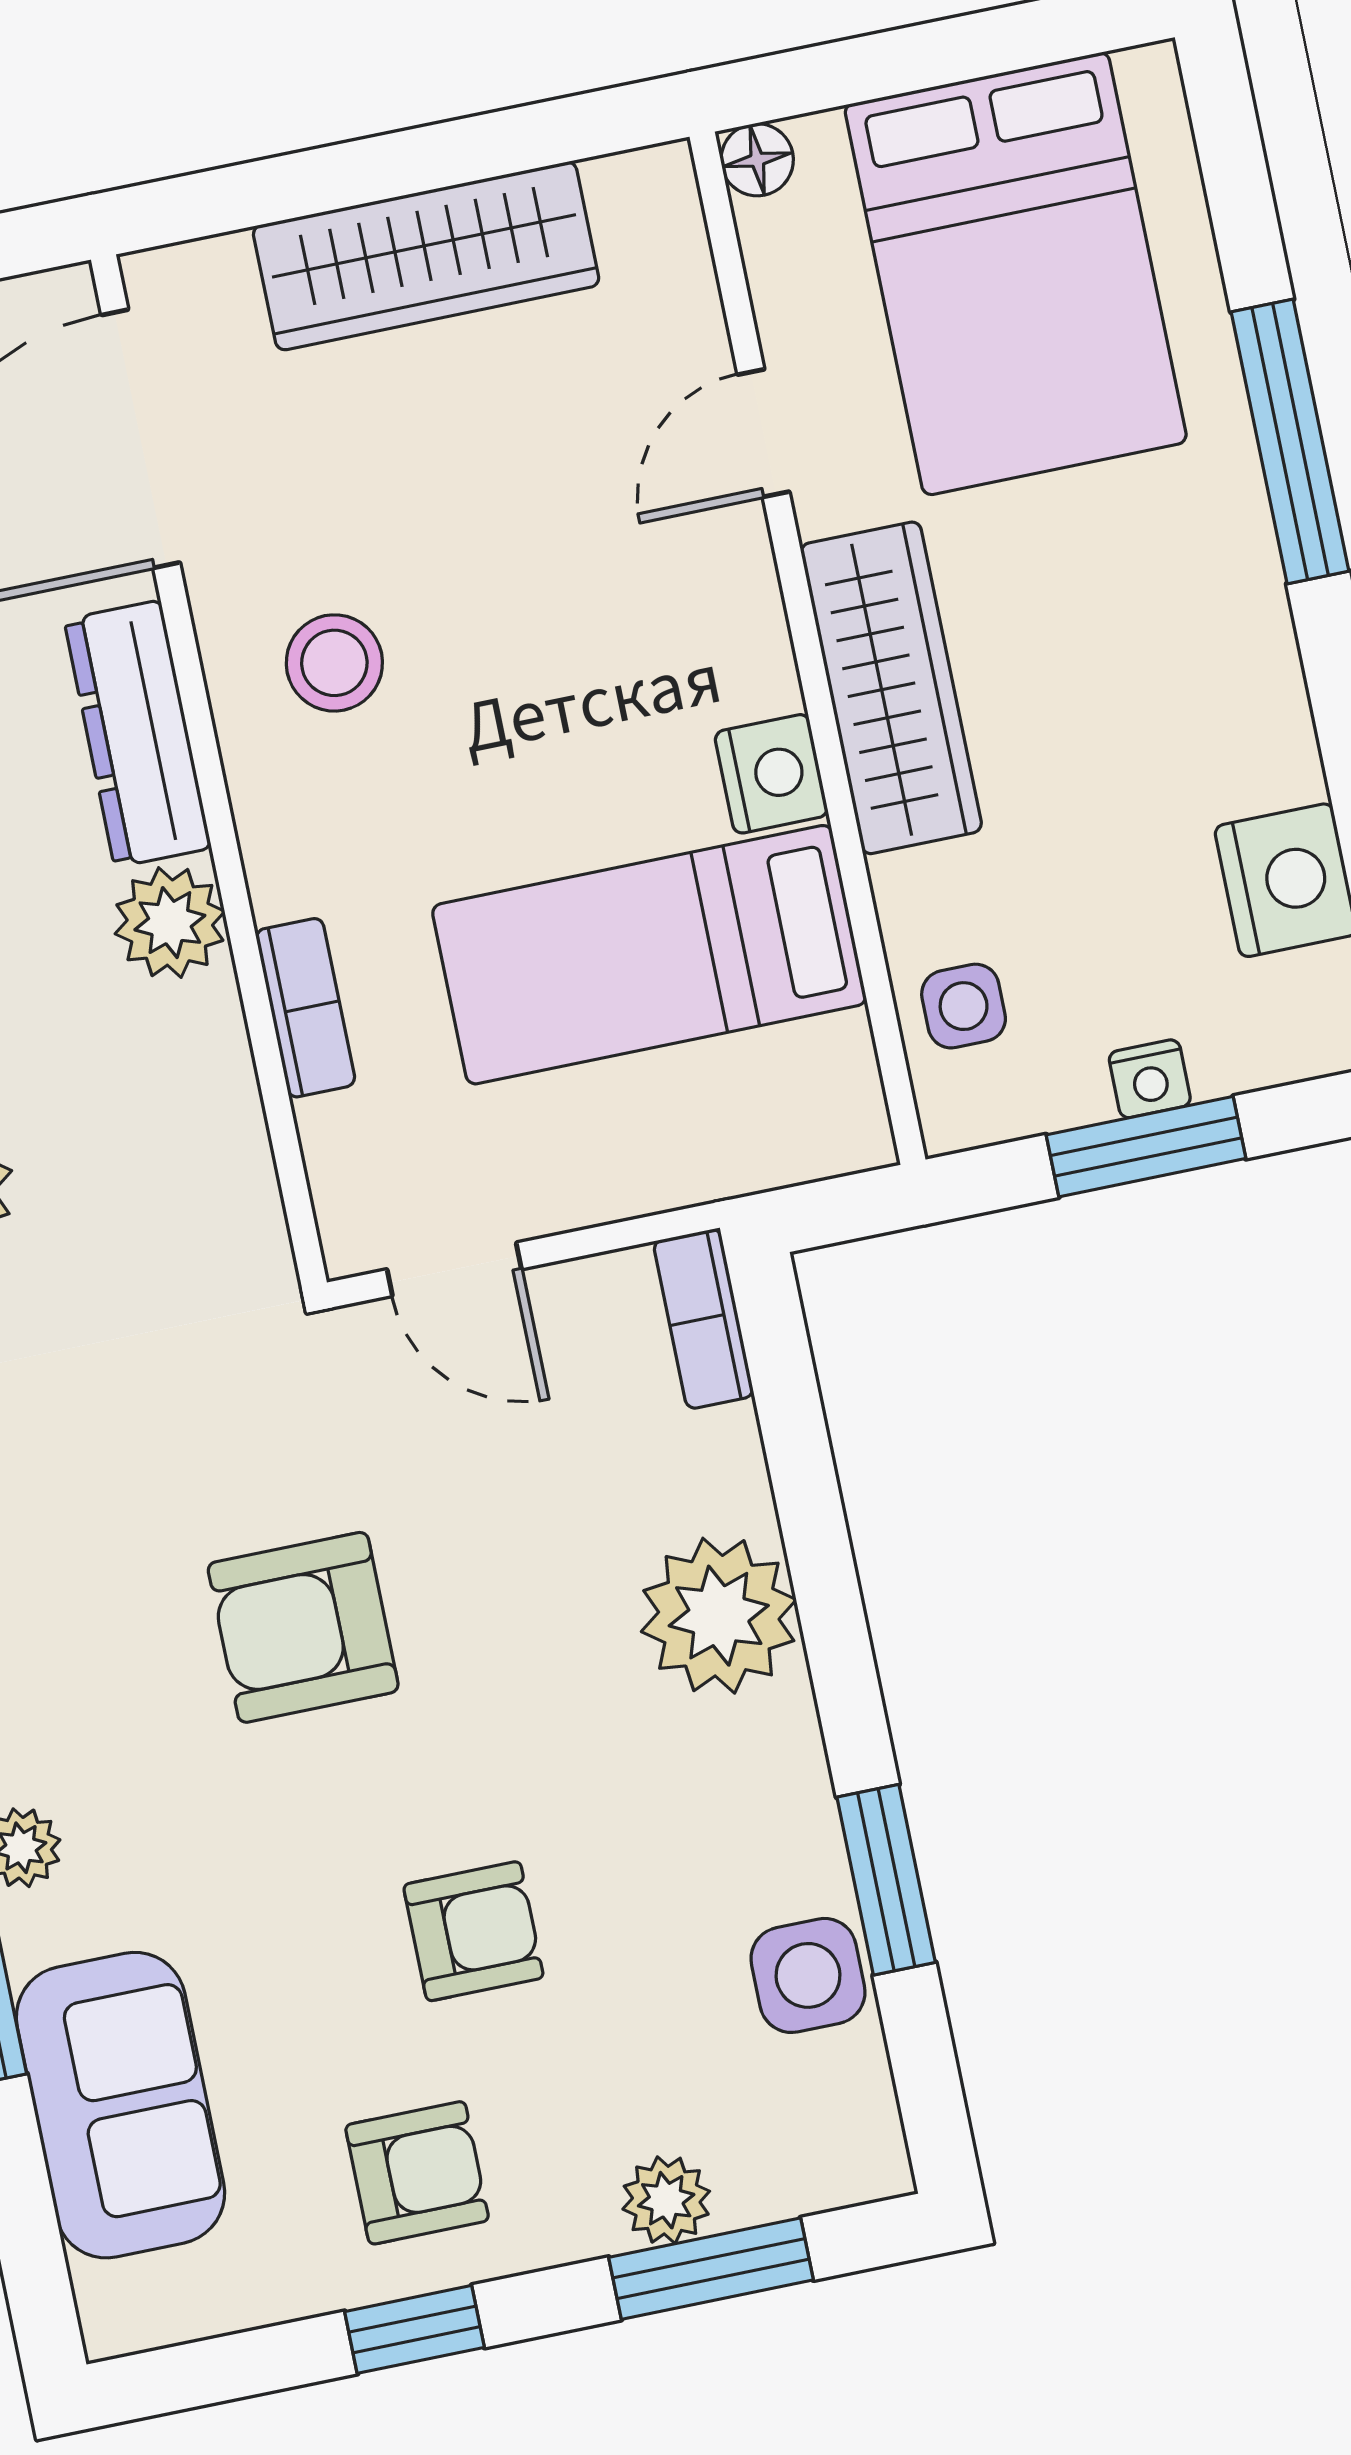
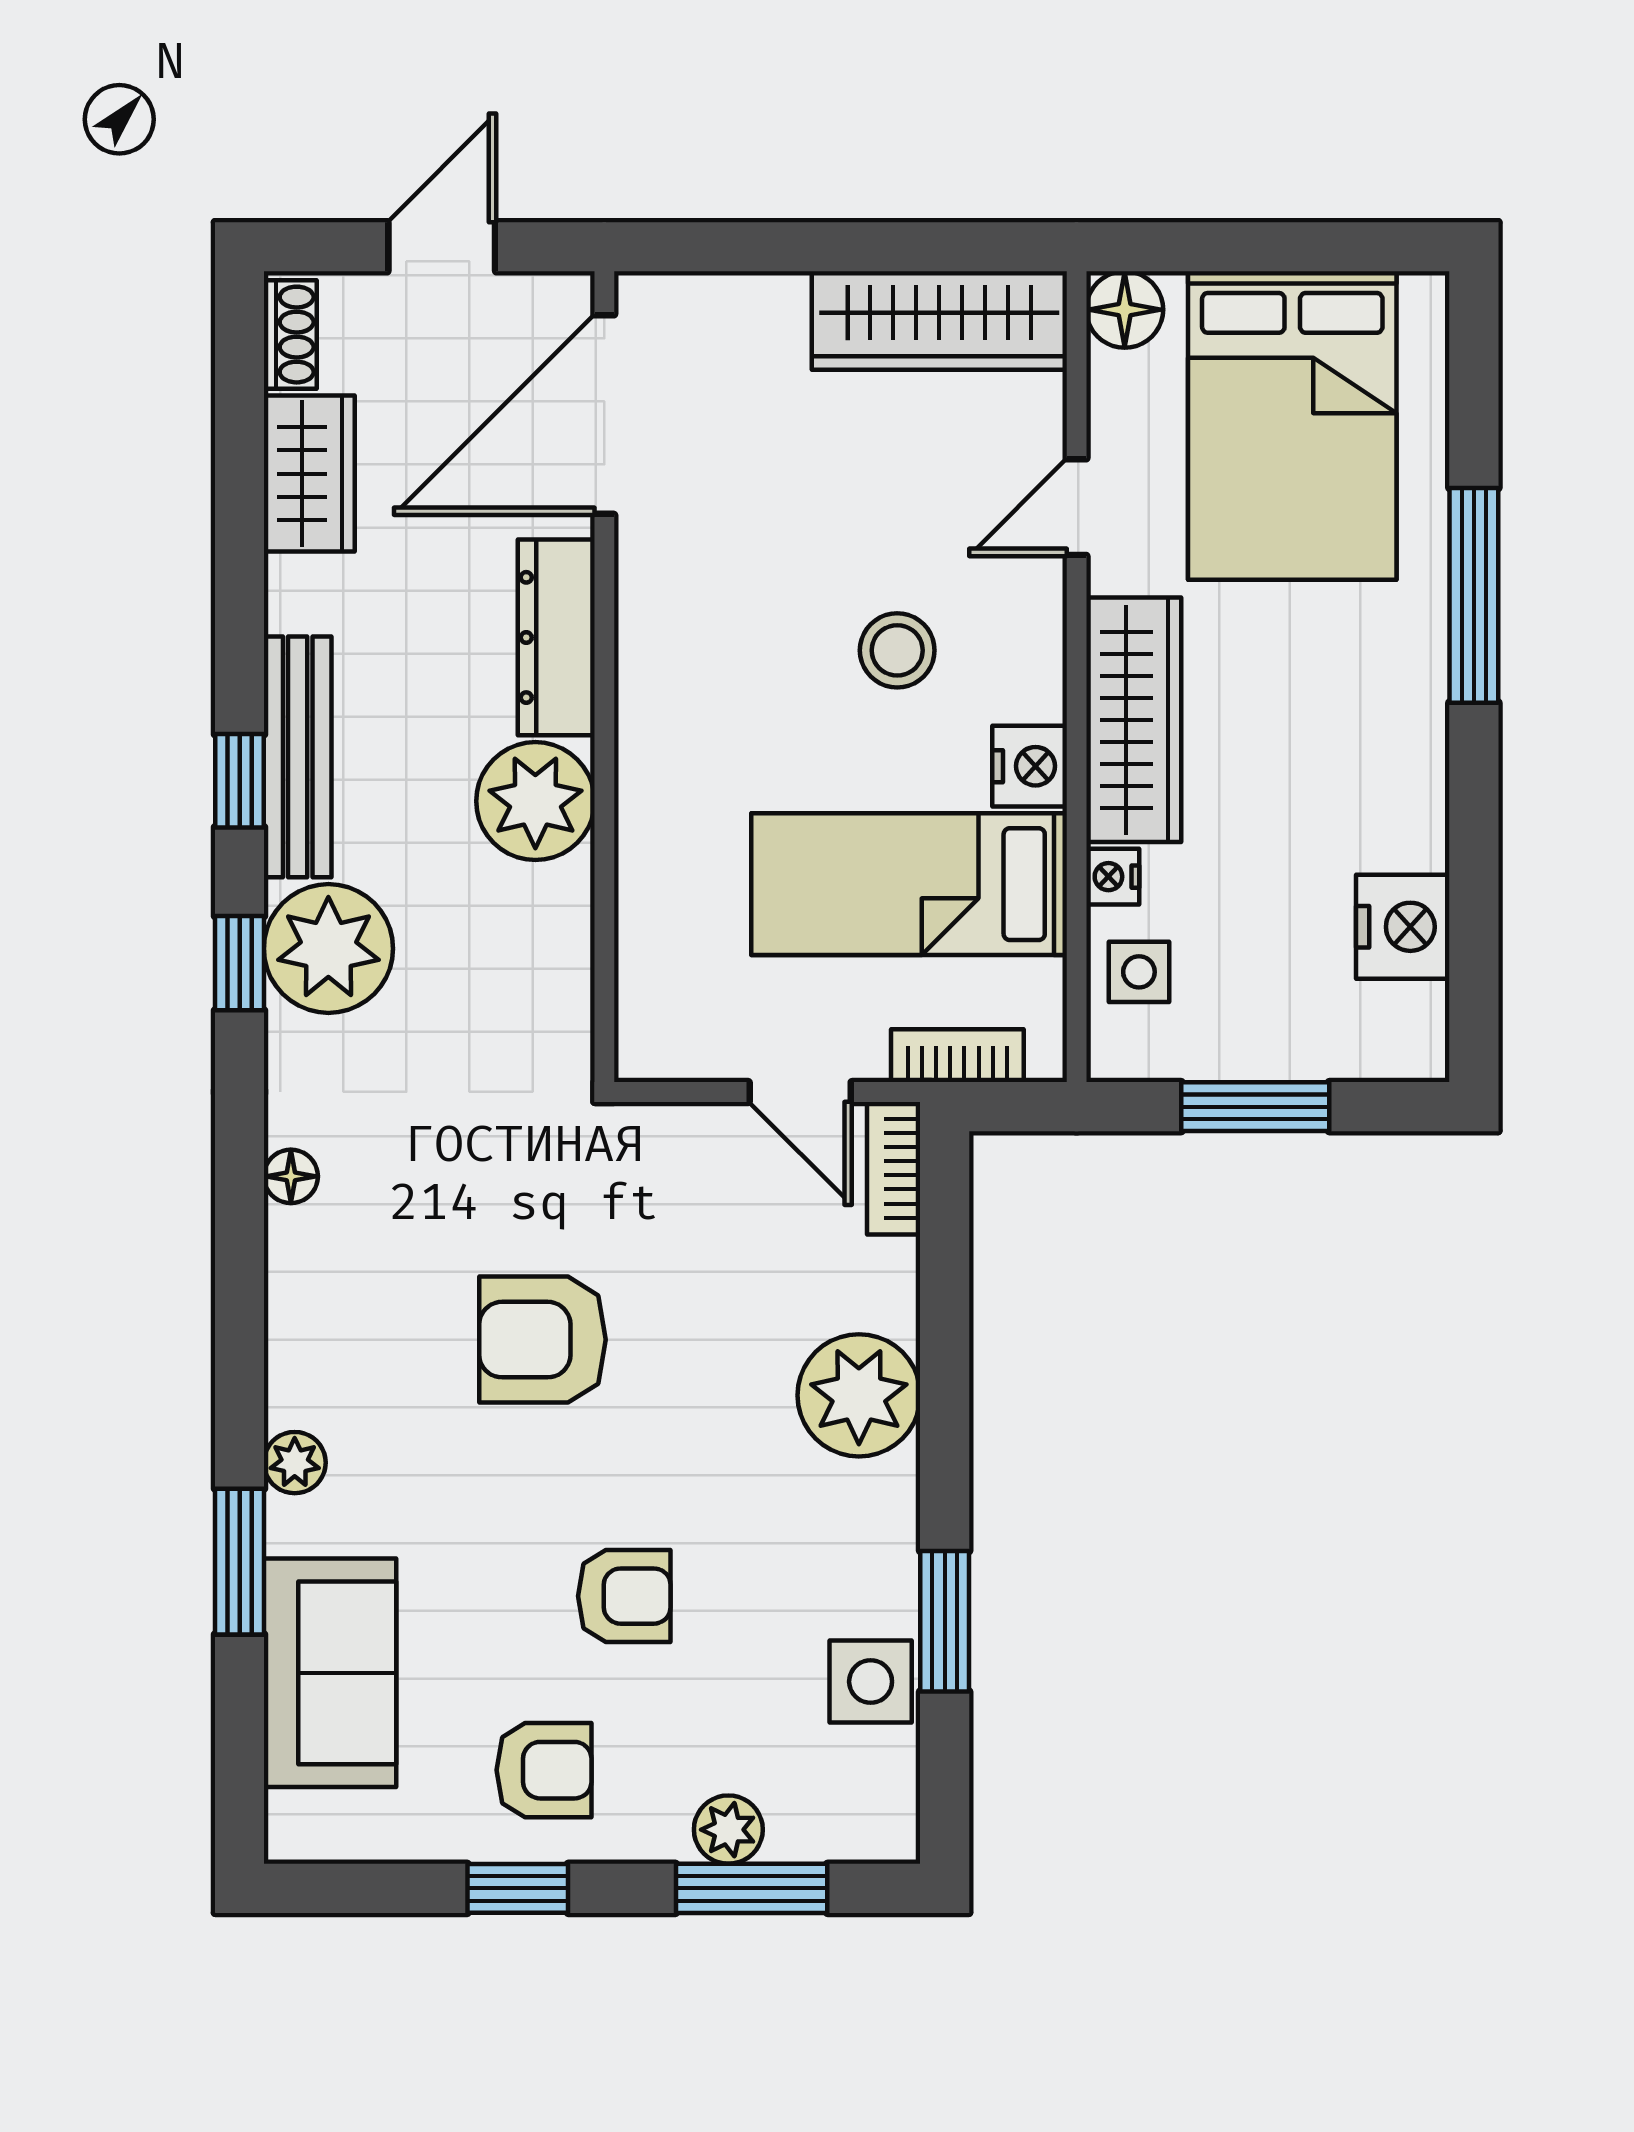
floor lamp: (757, 160) -> (1125, 310), width x1.37, depth x1.37
wardrobe: (426, 256) -> (939, 321), moved
stool: (334, 663) -> (897, 650), moved
plant: (170, 923) -> (535, 801), width x1.36, depth x1.36
bookcase: (305, 1008) -> (957, 1056), moved, turned -90
nightstand: (1150, 1079) -> (1113, 877), moved, turned 90
door: (454, 1269) -> (800, 1092), moved

